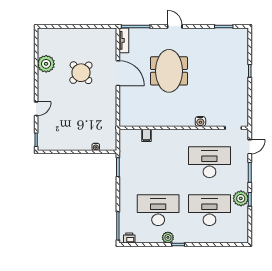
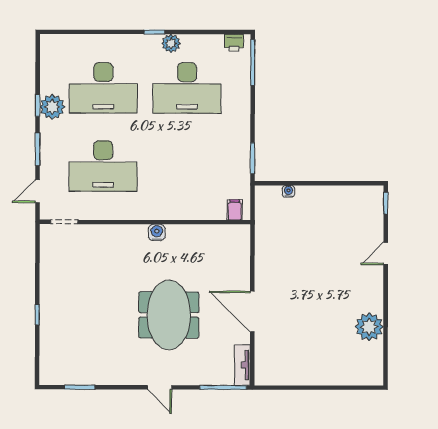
round table: (81, 73) -> (312, 312), removed
water cooler: (200, 121) -> (157, 232), moved
filing cabinet: (146, 135) -> (235, 210), moved

